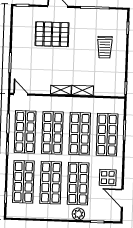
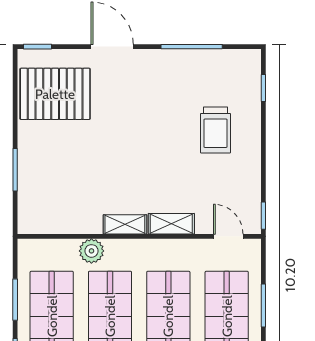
pallet: (52, 34) -> (55, 94), moved
door: (21, 94) -> (228, 236), moved
plant: (45, 102) -> (91, 251), added

